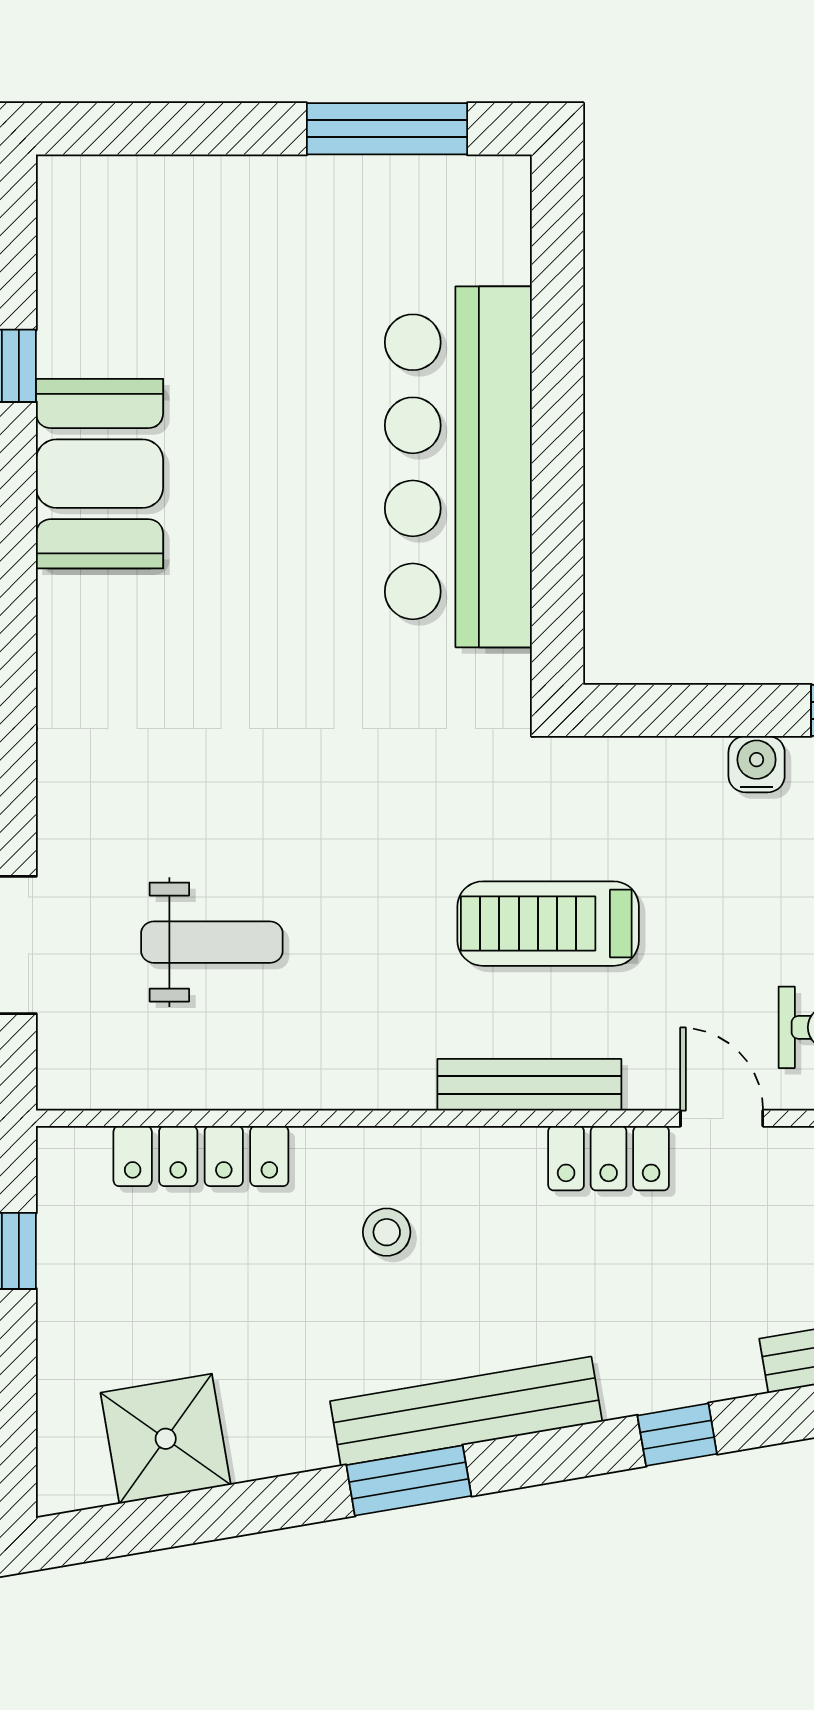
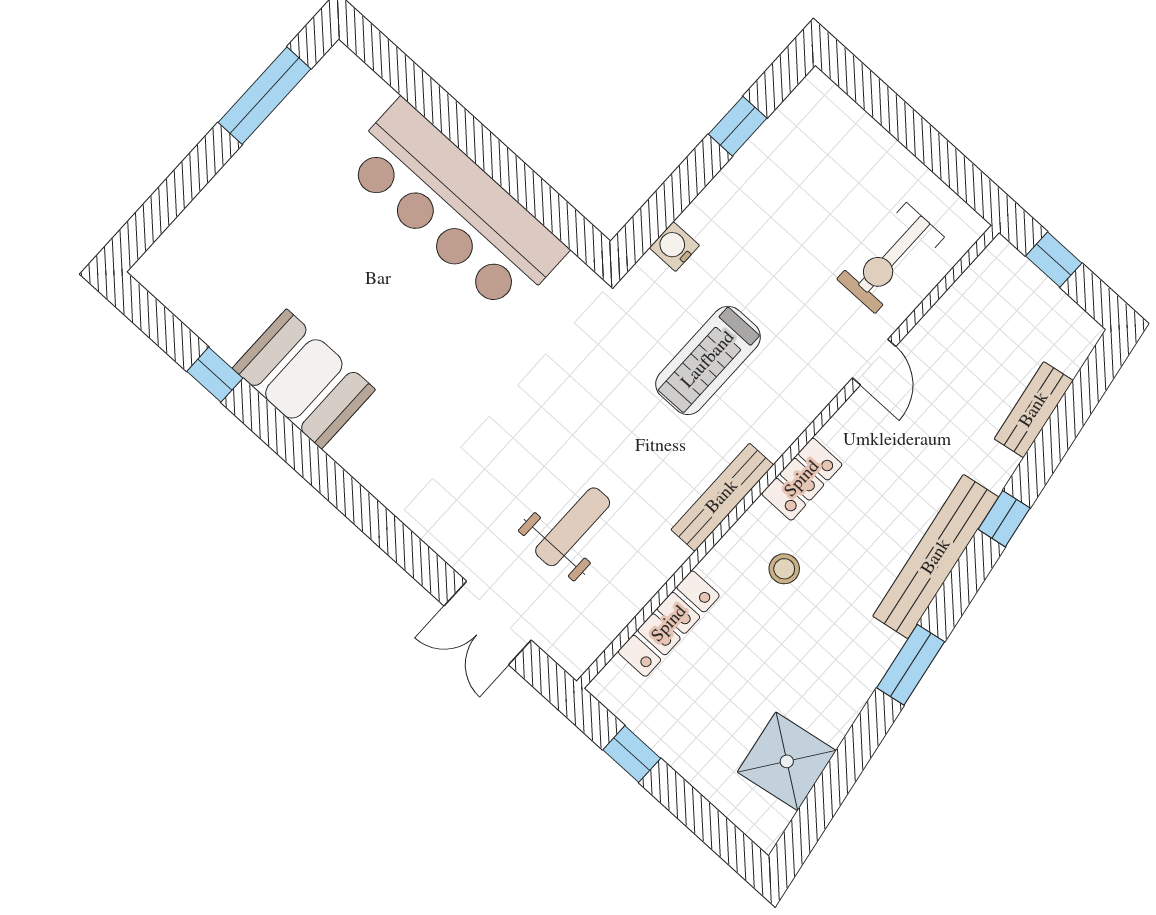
water cooler: (757, 764) -> (674, 247), moved
bench: (529, 1085) -> (722, 497), moved
door: (722, 1118) -> (874, 362), swing flipped
locker: (609, 1158) -> (802, 479), moved
bench: (466, 1411) -> (936, 557), moved

